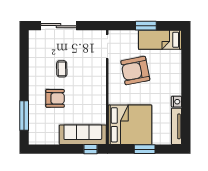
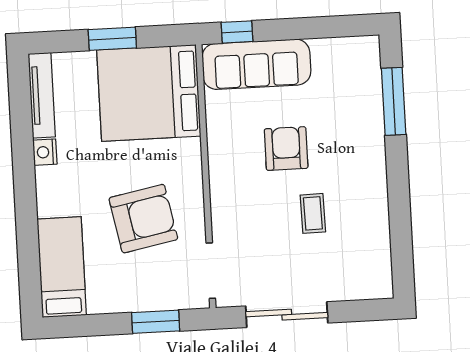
sliding door: (59, 26) -> (287, 315), moved
window: (146, 26) -> (156, 322), moved
bed: (160, 40) -> (62, 267), moved, turned -90
armchair: (55, 98) -> (286, 149), moved, turned 90

